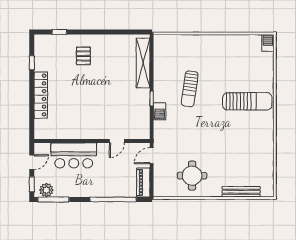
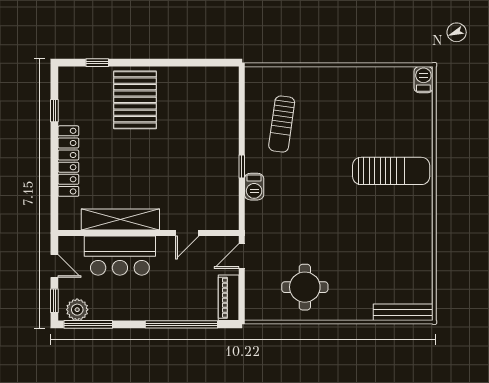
pallet: (83, 56) -> (135, 100), width x2.05, depth x2.00
shelving: (143, 63) -> (120, 220), moved, turned 90
sun lounger: (190, 89) -> (282, 124), moved
door: (32, 162) -> (54, 266), hinge flipped
bench: (241, 192) -> (403, 312), moved

